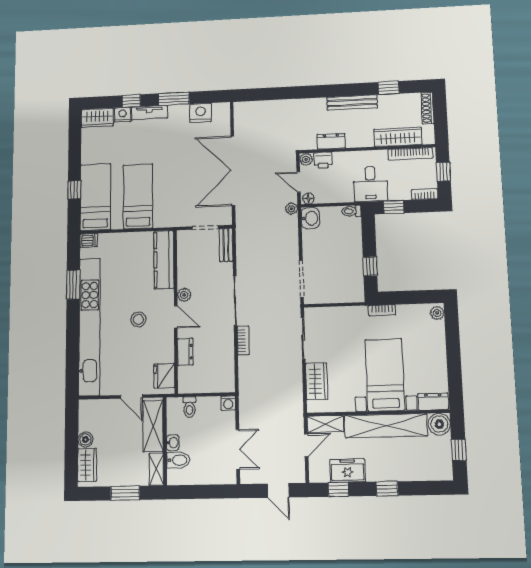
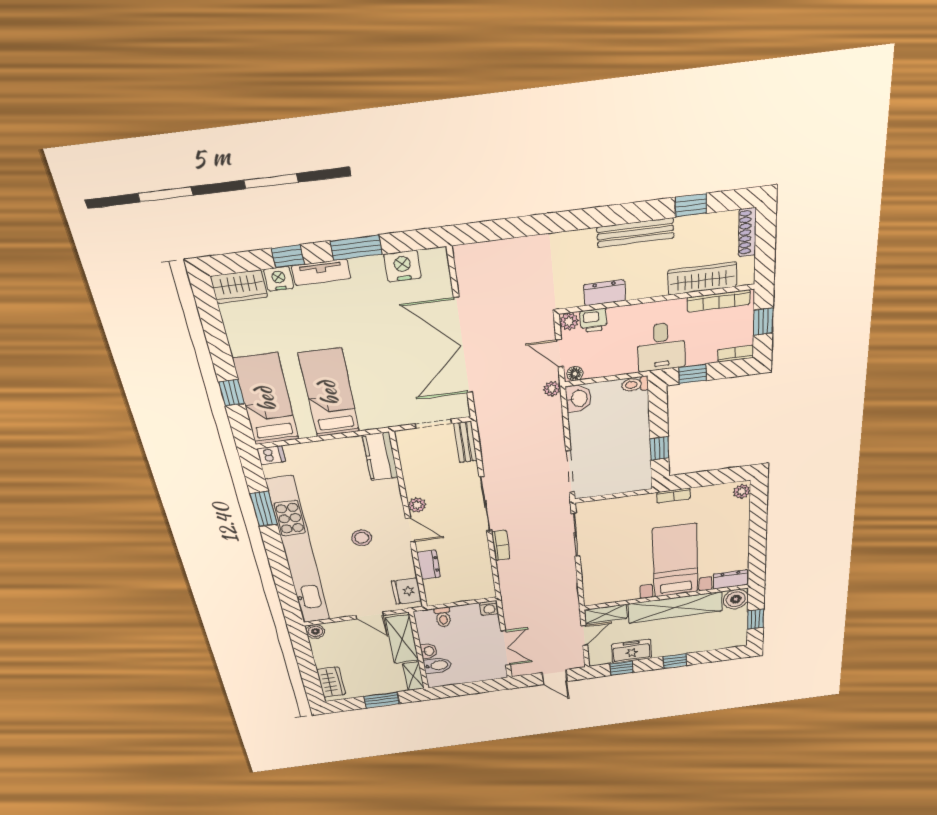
kitchen counter: (164, 260) -> (380, 456), width x0.67
wardrobe: (317, 381) -> (594, 576), removed
boiler: (85, 440) -> (315, 631), moved

